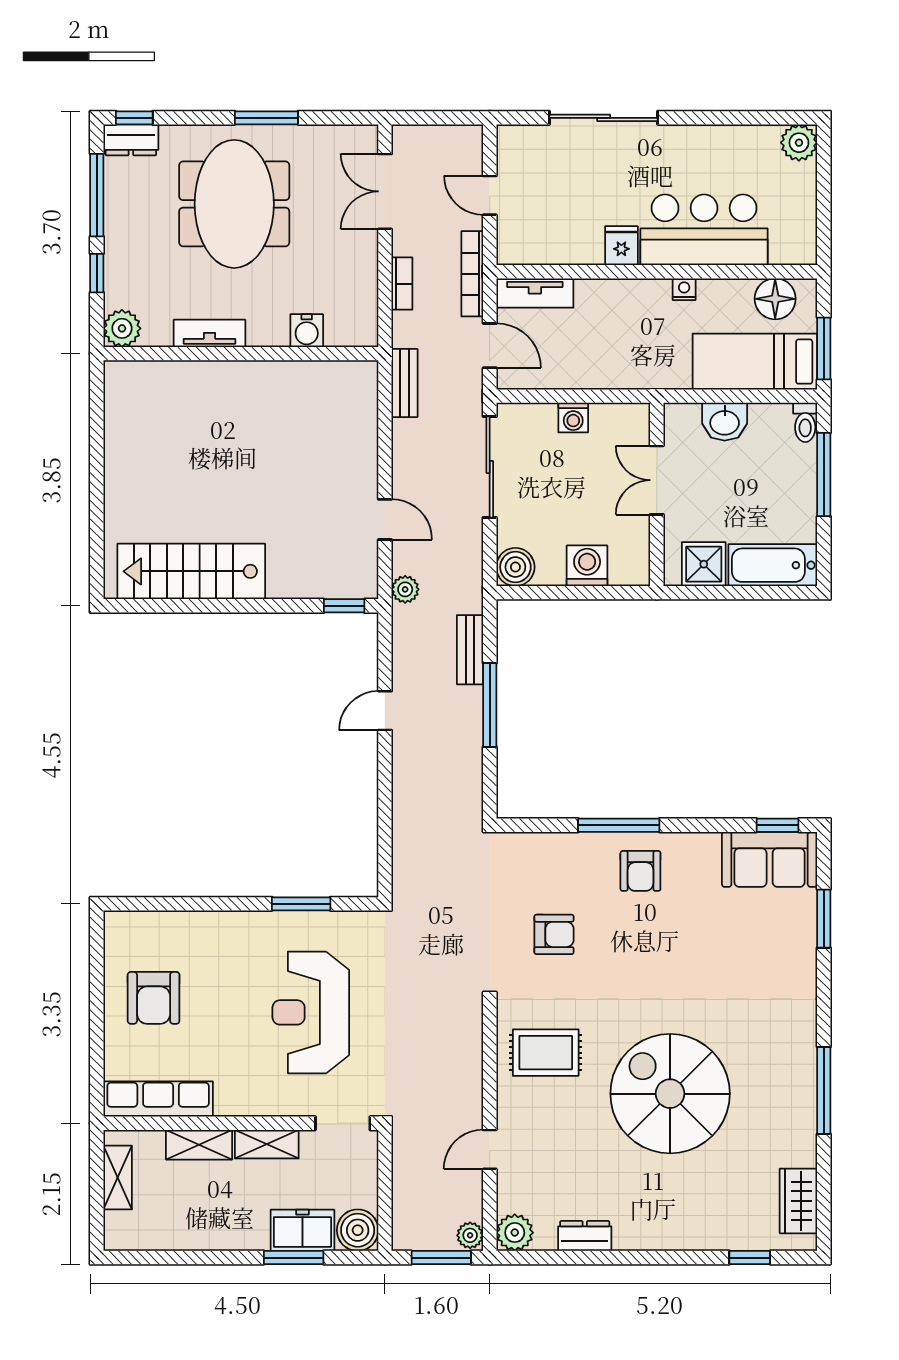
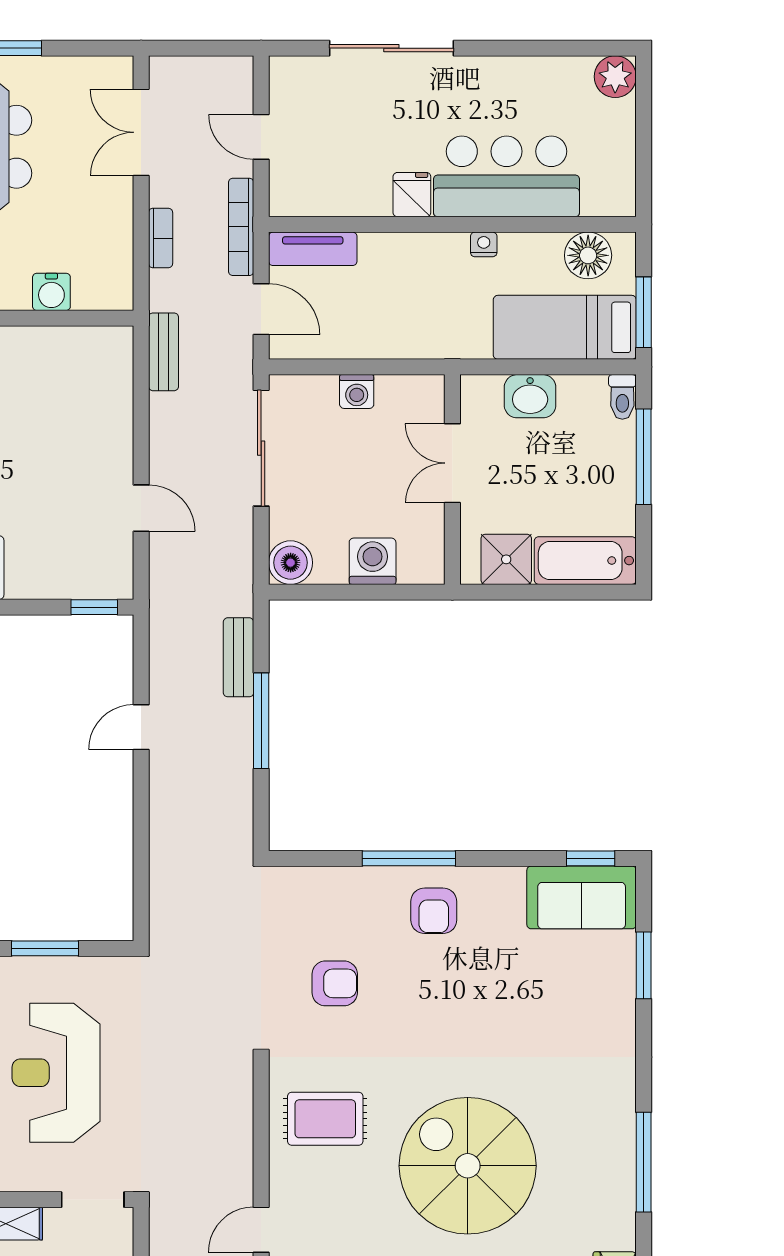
plant: (405, 589) -> (164, 588), removed

